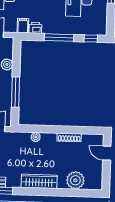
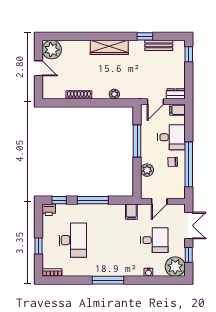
printer: (35, 28) -> (49, 210), moved
door: (107, 153) -> (39, 68), moved
plant: (75, 180) -> (52, 50), moved

